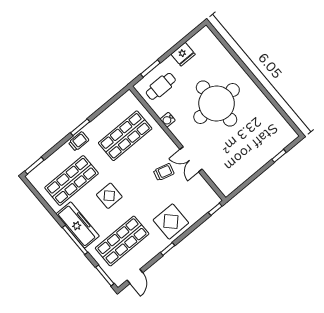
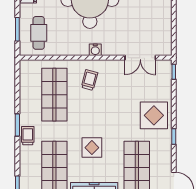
water cooler: (168, 120) -> (95, 50), moved
double door: (191, 159) -> (140, 58), moved
trolley: (164, 172) -> (89, 80), moved

